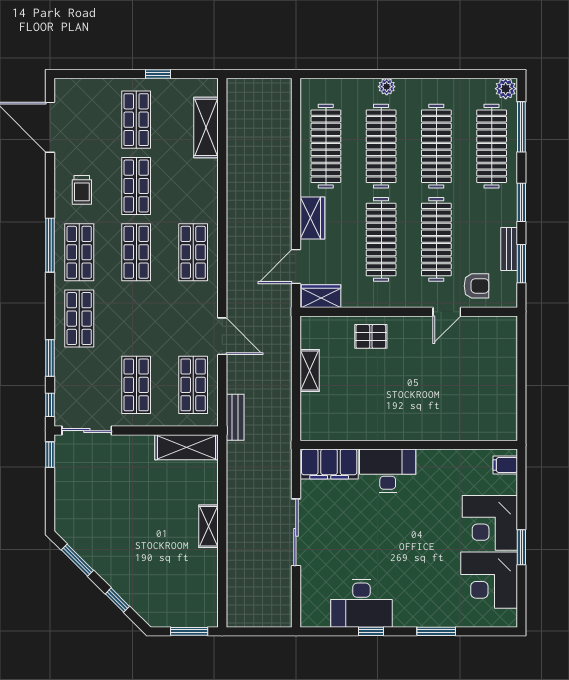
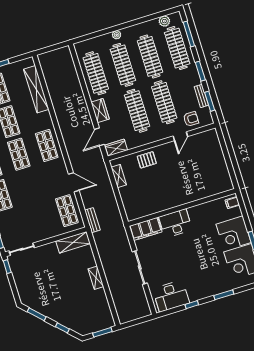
plant: (506, 89) -> (164, 21), moved
shelving: (206, 127) -> (36, 89), width x1.47
shelving: (310, 370) -> (119, 176), moved
shop shelf: (136, 385) -> (39, 219), removed
desk: (361, 603) -> (171, 296), moved

